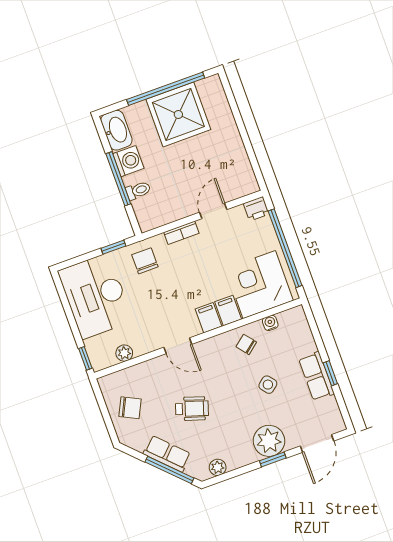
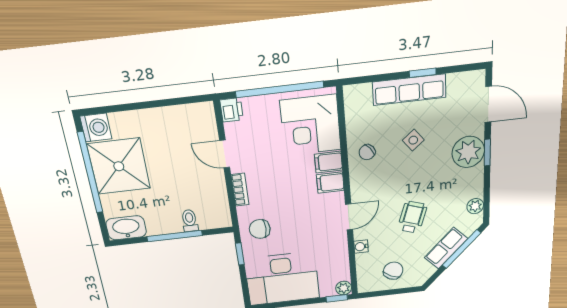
washing machine: (128, 161) -> (96, 128), moved, turned 90
water cooler: (270, 323) -> (361, 247), moved
plant: (124, 353) -> (344, 288), moved
row of seats: (316, 376) -> (409, 90), width x1.48

